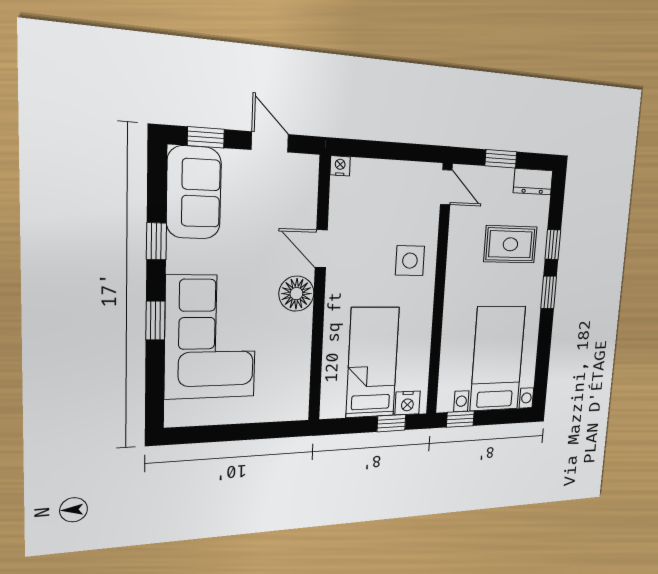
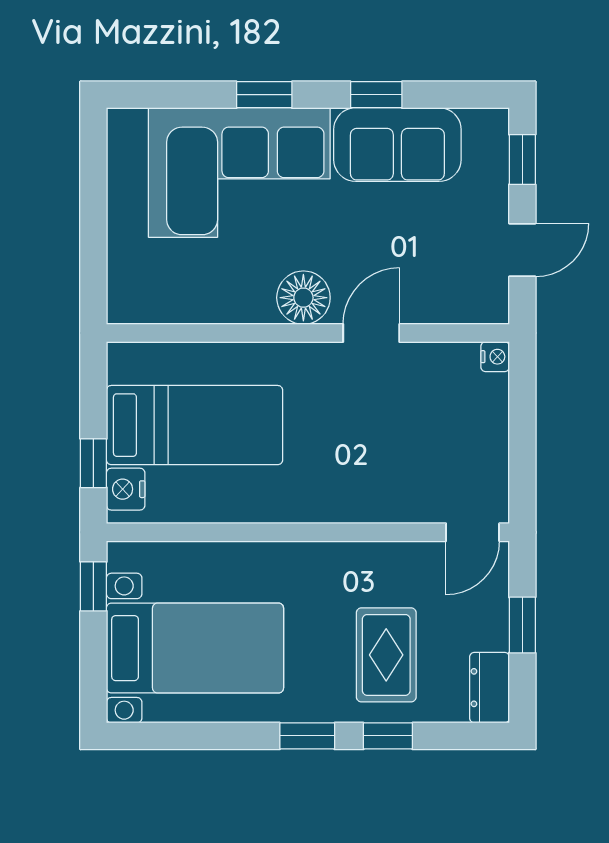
sofa: (194, 193) -> (397, 145), moved
side table: (410, 261) -> (356, 478), removed

